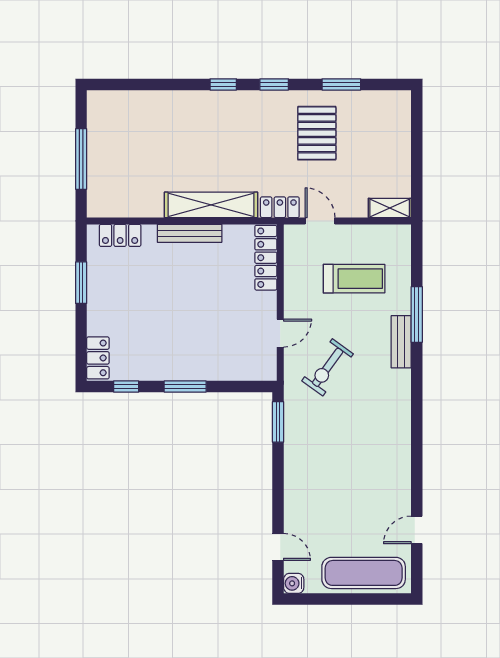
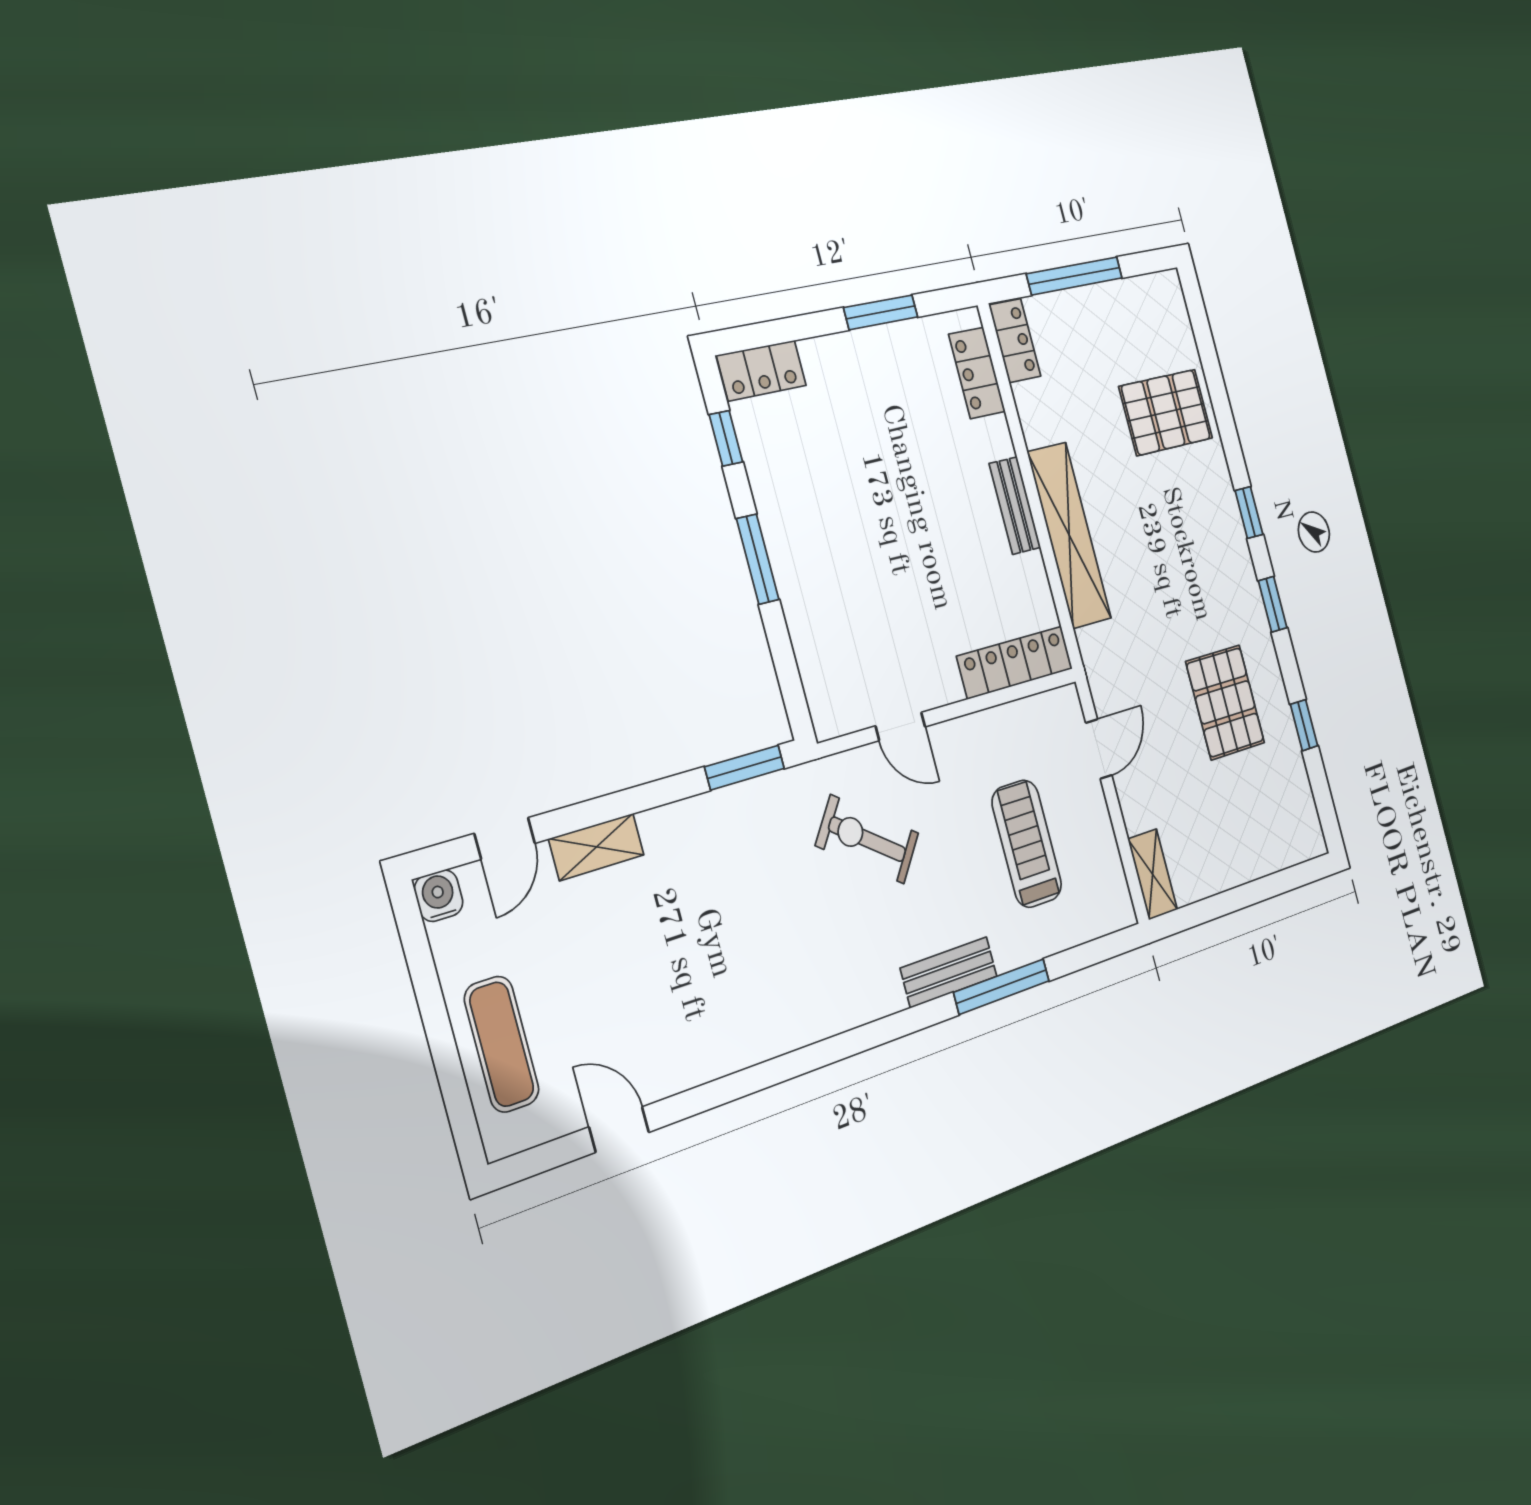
window: (341, 84) -> (1304, 725), width x0.67
pallet: (161, 123) -> (1166, 412), added
pallet: (317, 133) -> (1225, 702), turned 90
locker: (280, 207) -> (1015, 341), moved
bench: (190, 233) -> (1015, 506), width x0.73
treadmill: (354, 279) -> (1027, 844), turned 180
shelving: (293, 505) -> (596, 847), added
exercise mat: (364, 573) -> (502, 1044), width x0.73, depth x0.69

